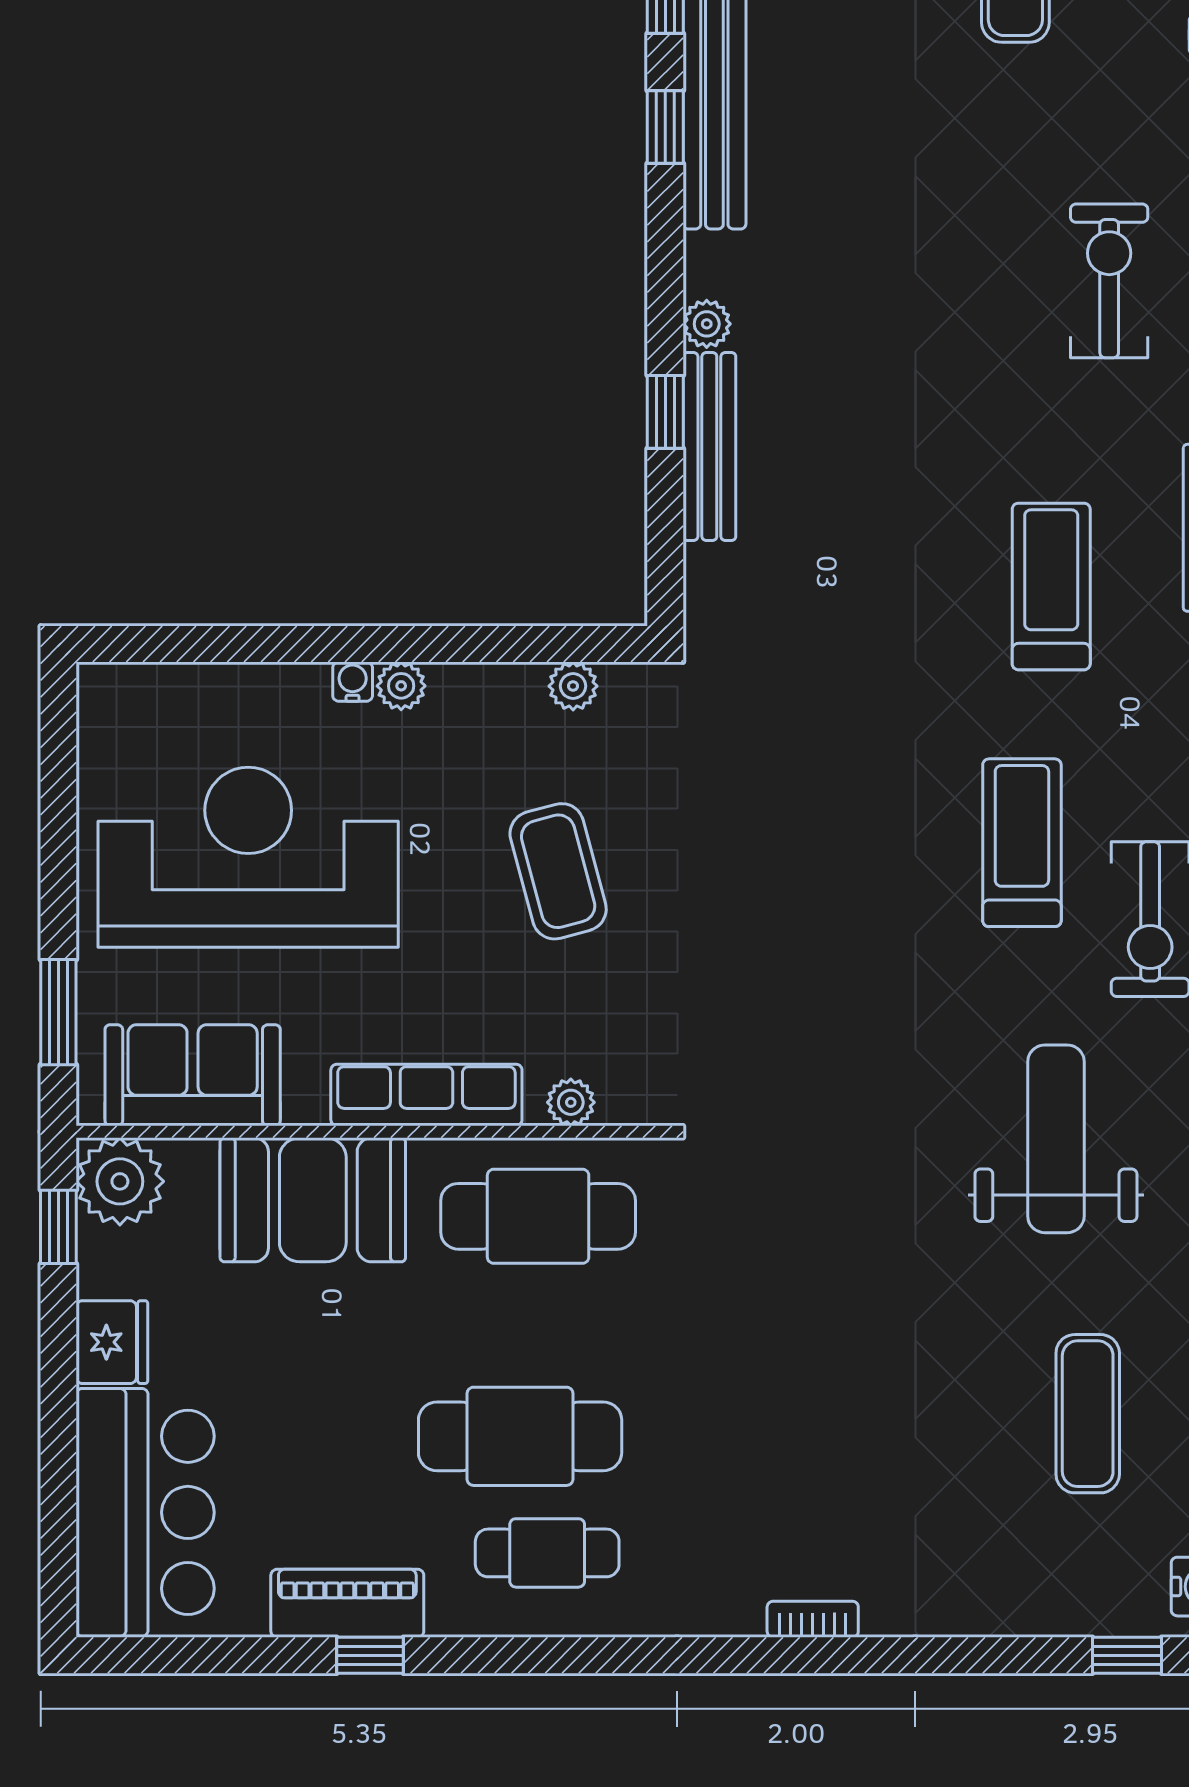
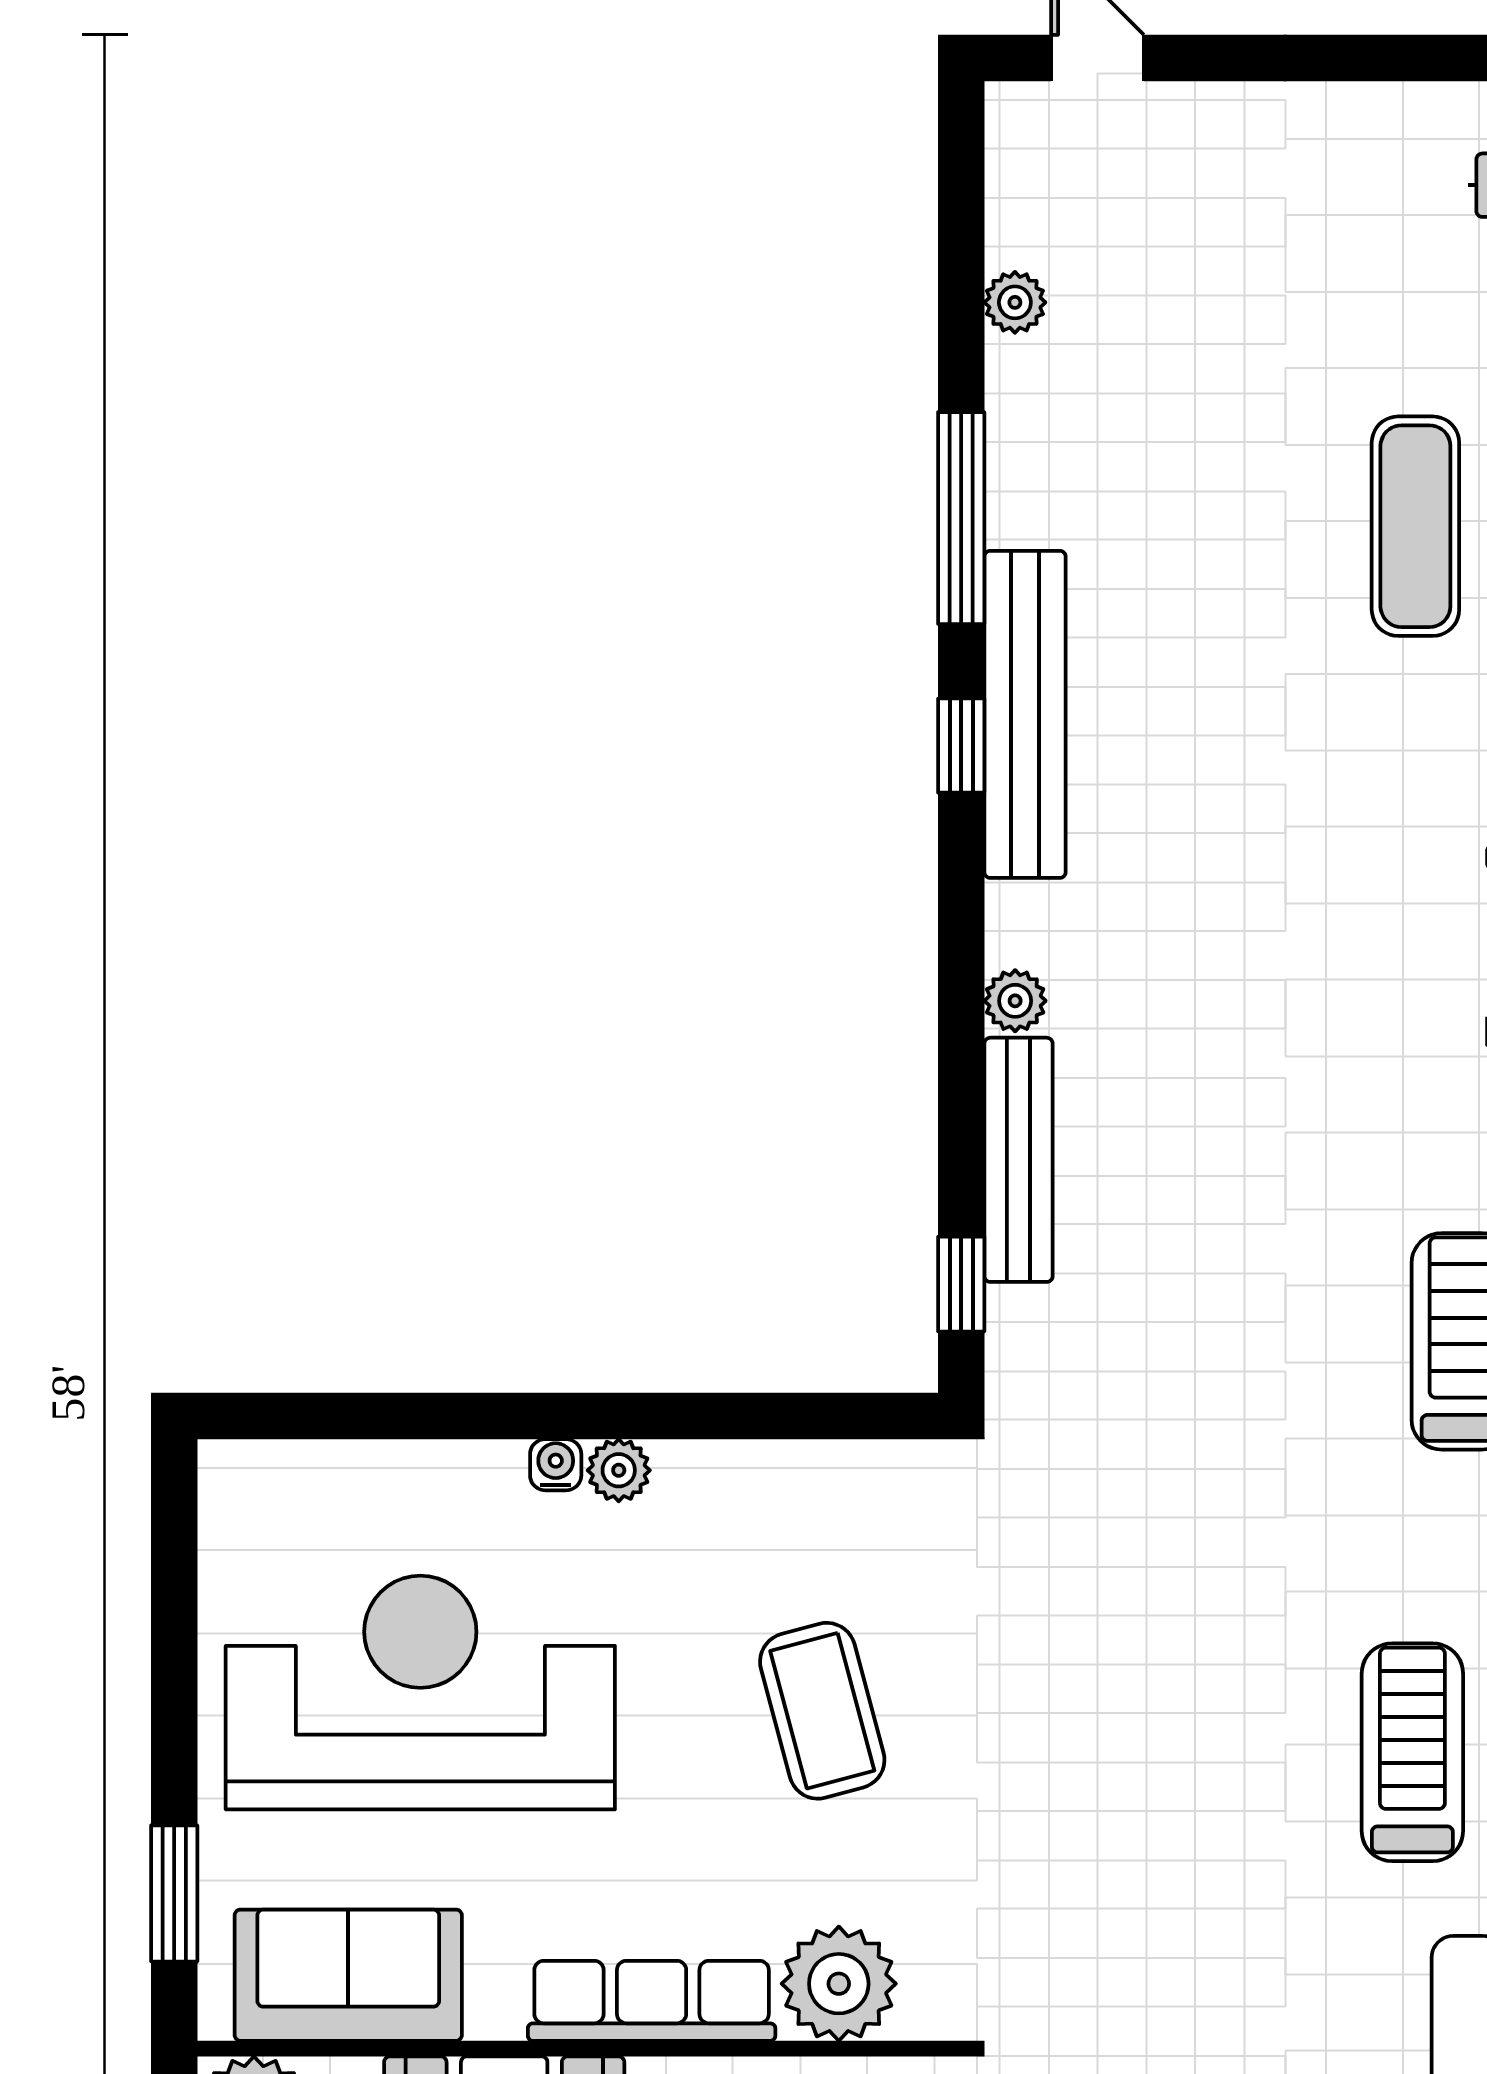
window: (665, 412) -> (961, 1284), moved
plant: (573, 686) -> (842, 1470), removed
treadmill: (1022, 843) -> (1412, 1752), moved
plant: (571, 1102) -> (839, 1984), width x1.87, depth x1.87

